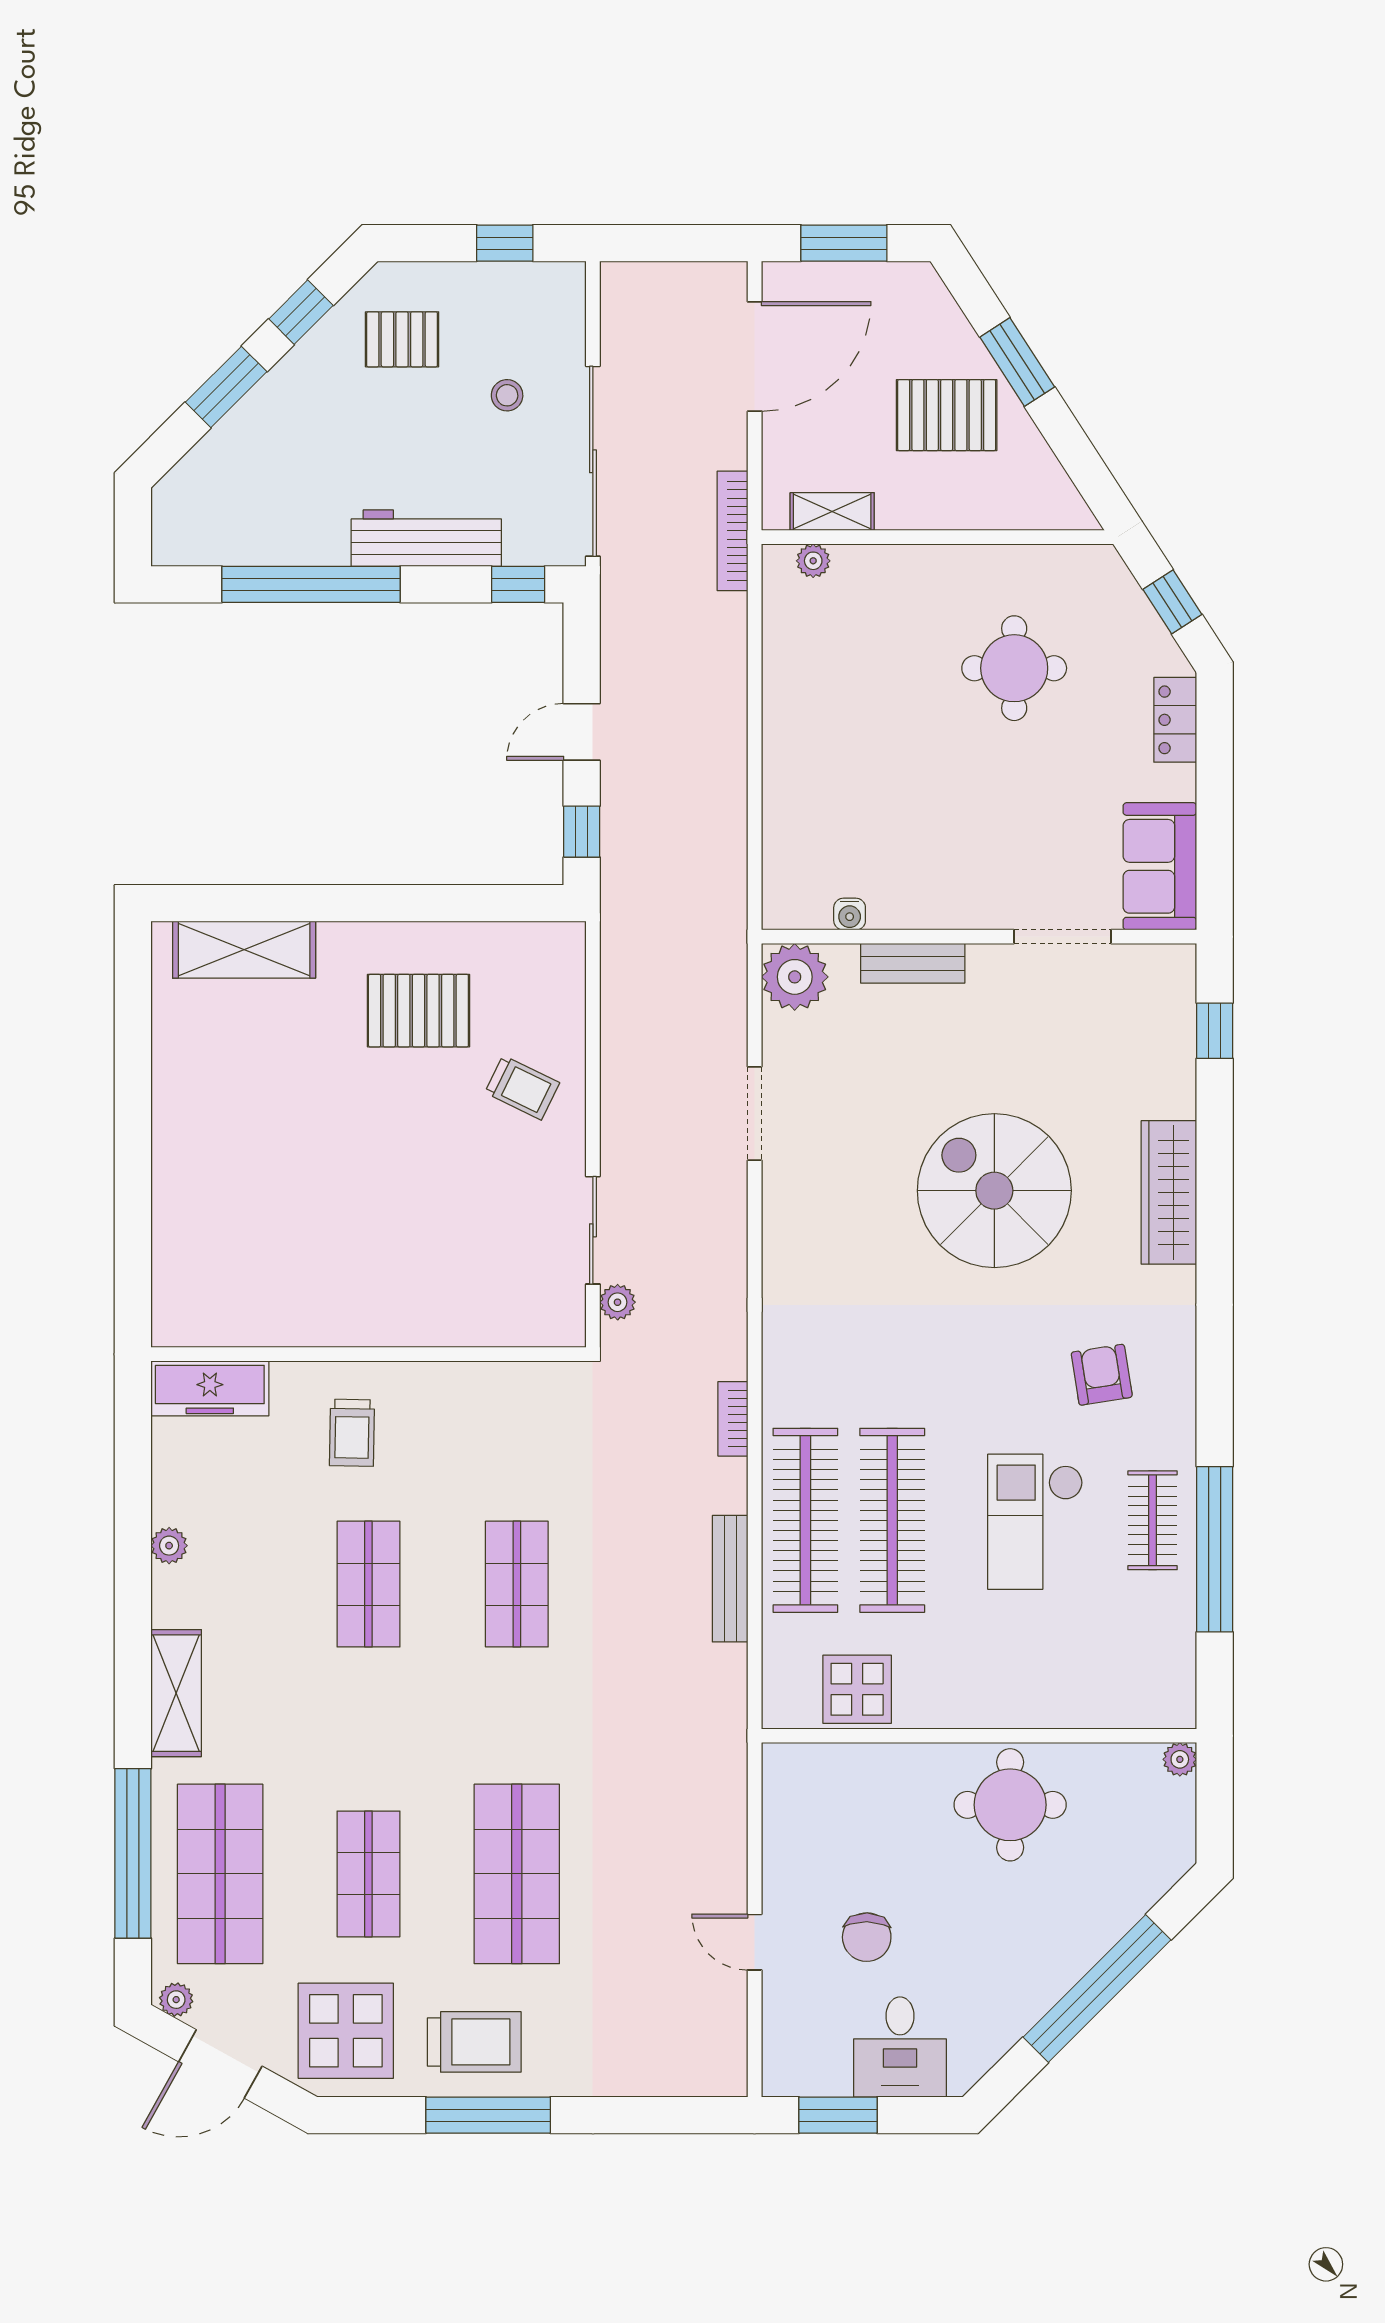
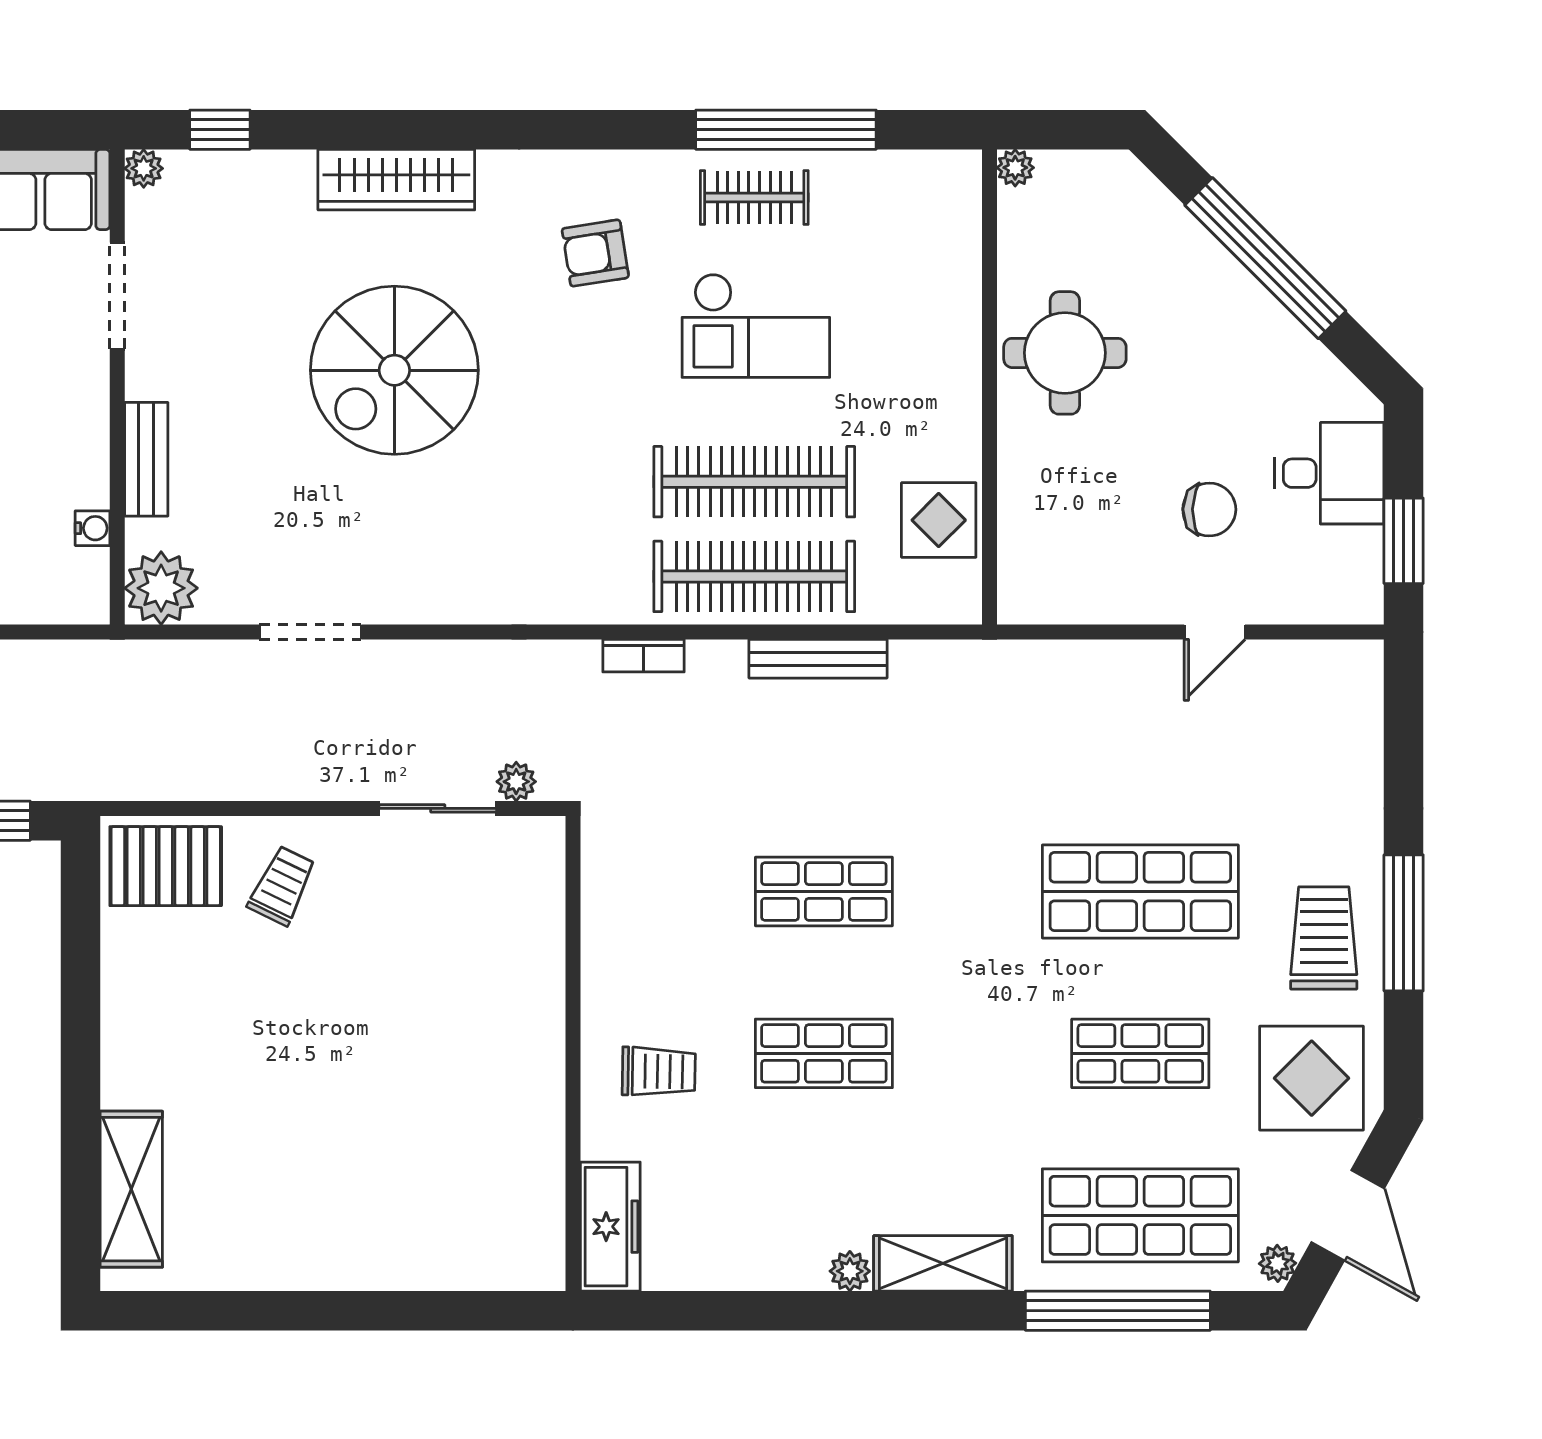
plant: (1179, 961) -> (144, 168), added
pallet: (418, 1011) -> (166, 866), moved, turned 90
plant: (169, 1546) -> (850, 1271), moved

